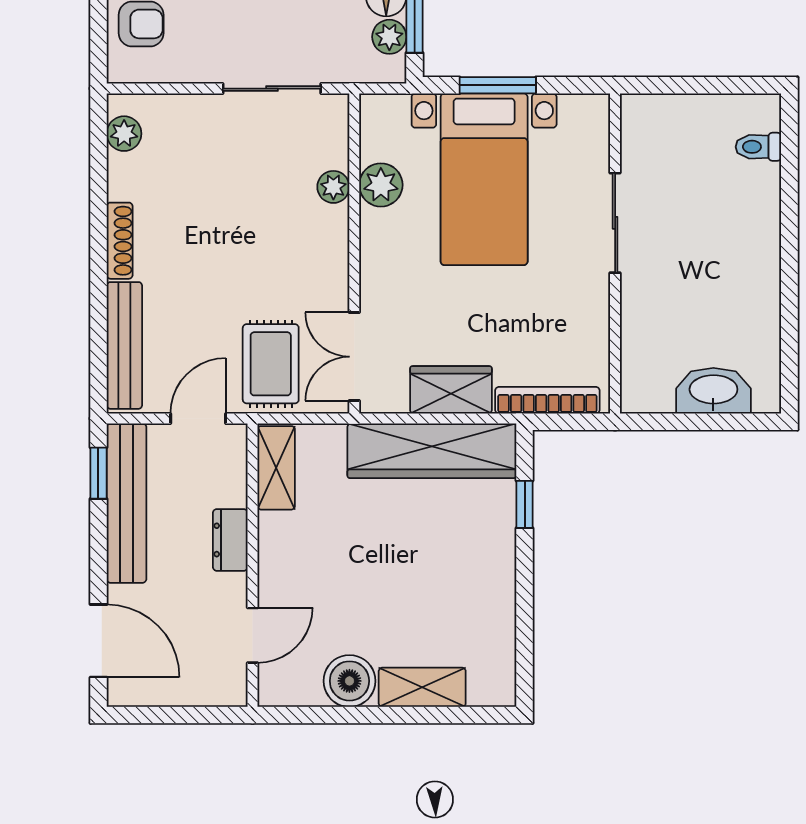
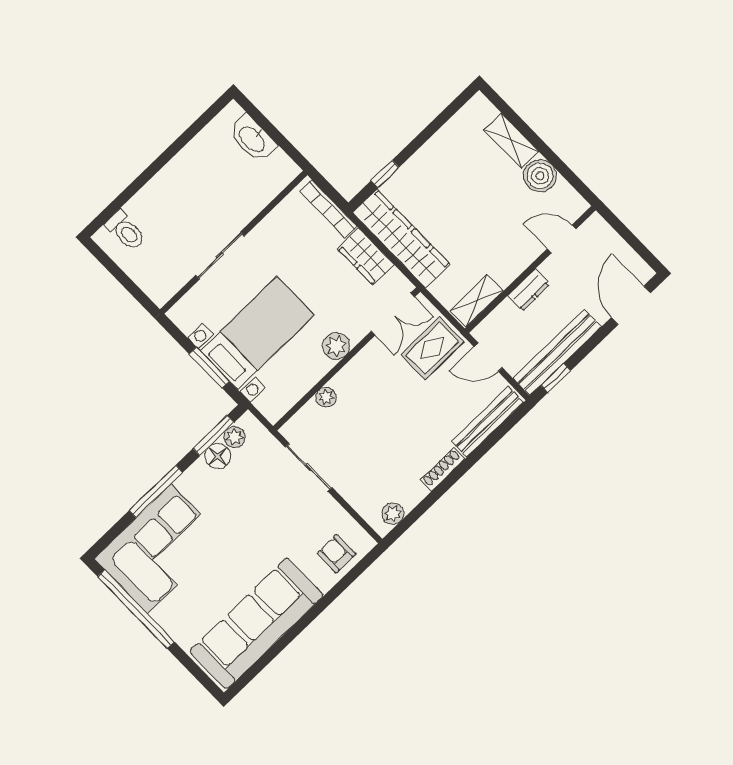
toilet: (758, 147) -> (125, 231), width x1.37, depth x1.39
plant: (381, 185) -> (336, 346), moved

